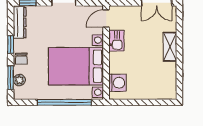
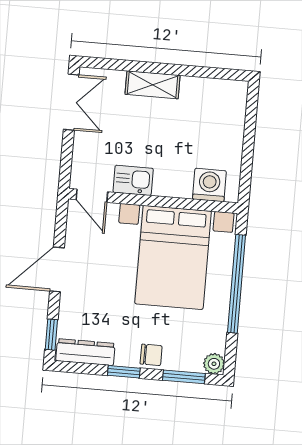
plant: (19, 80) -> (214, 364), moved

